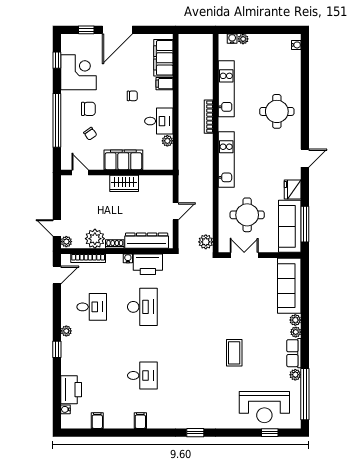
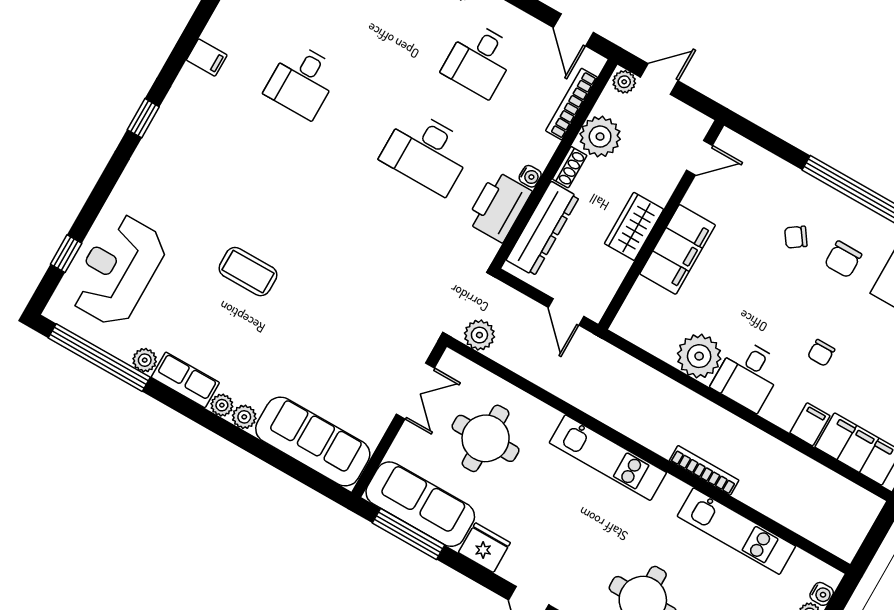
plant: (167, 141) -> (699, 356), width x1.87, depth x1.87
filing cabinet: (123, 160) -> (678, 249), moved
door: (80, 172) -> (699, 158), moved
wall: (117, 172) -> (661, 225), moved
wardrobe: (124, 183) -> (634, 226), moved
filing cabinet: (140, 421) -> (207, 57), moved

